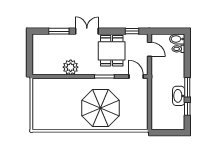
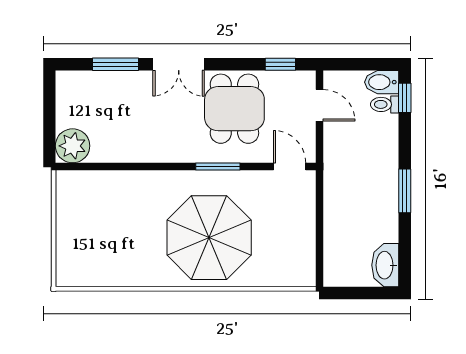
double door: (87, 31) -> (179, 64), swing flipped
plant: (71, 67) -> (73, 146), moved
washbasin: (179, 96) -> (385, 265), moved
window: (187, 109) -> (405, 98), moved

